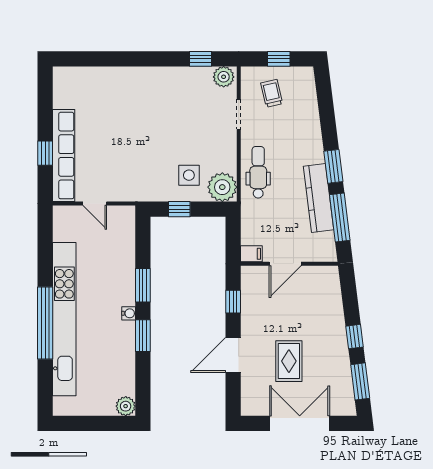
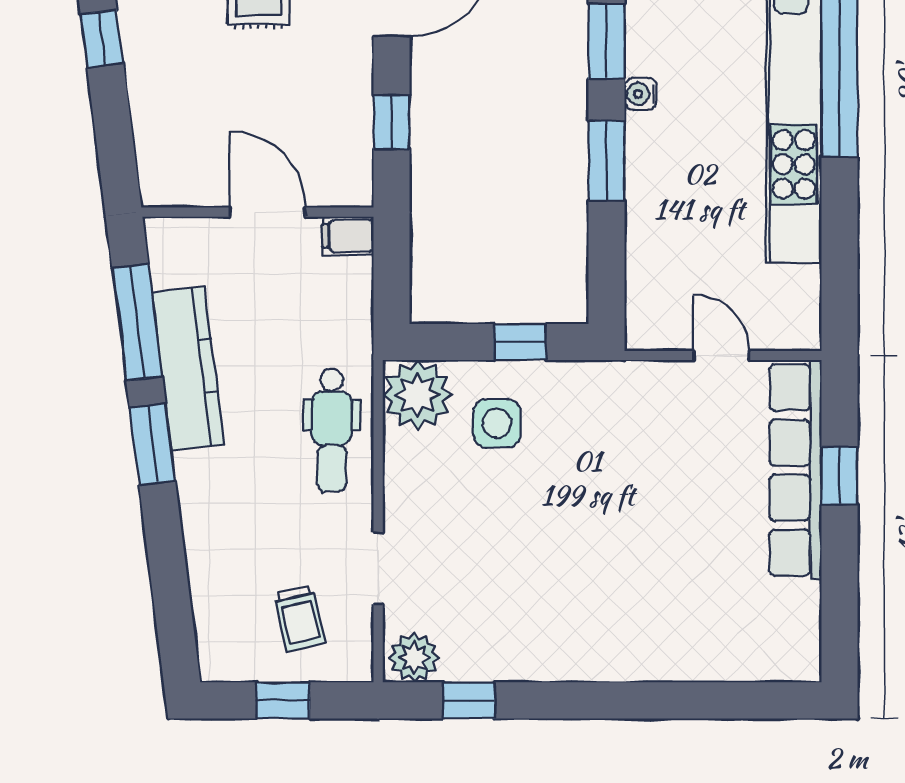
door: (285, 264) -> (268, 212), hinge flipped

